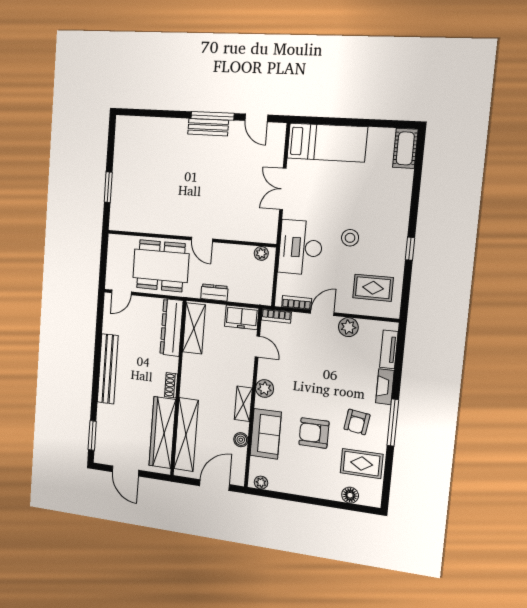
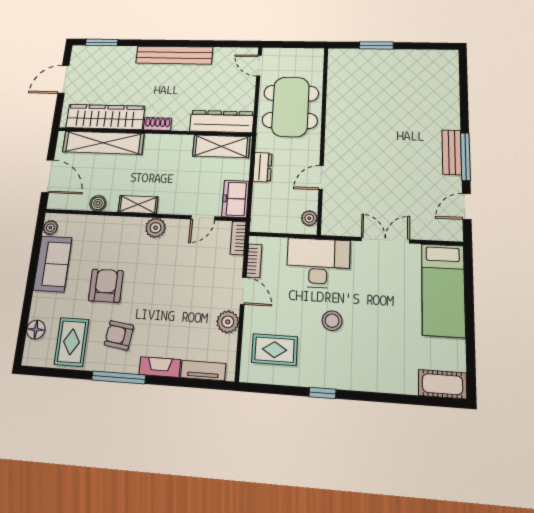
door: (202, 240) -> (321, 178), moved
rug: (373, 288) -> (275, 350), turned 90
sofa: (266, 434) -> (53, 264), moved, turned -90

